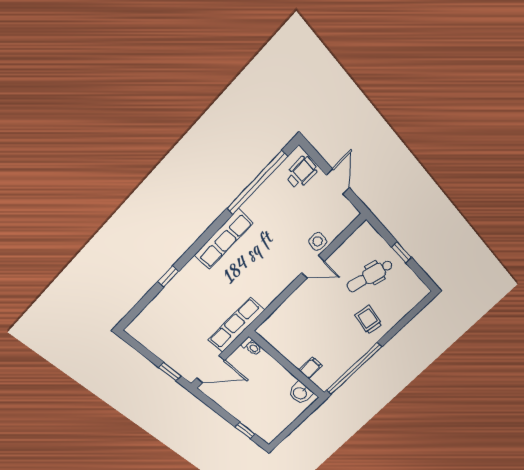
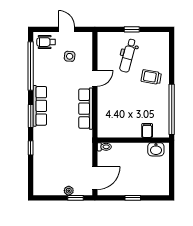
wheelchair: (302, 172) -> (46, 42), turned -90
window: (202, 241) -> (31, 116), added
side table: (318, 241) -> (70, 56), moved
row of seats: (236, 325) -> (86, 109), moved
plant: (169, 358) -> (69, 191), added
window: (245, 430) -> (133, 198), moved

